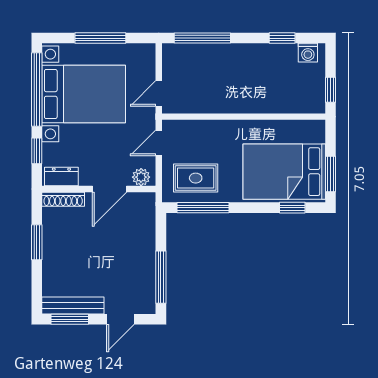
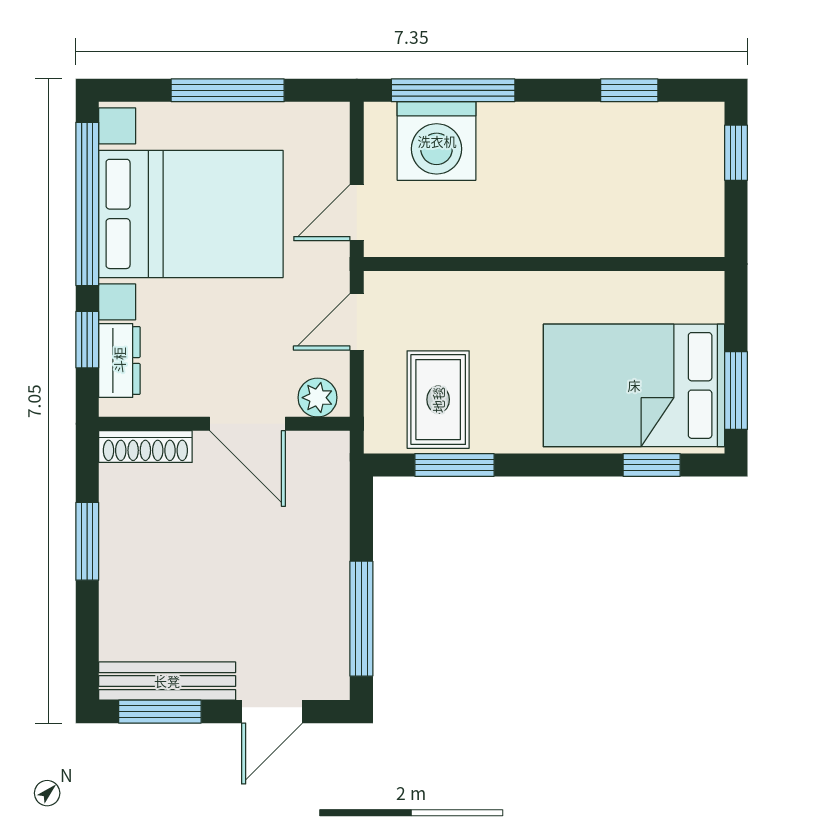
washing machine: (308, 53) -> (437, 141), moved, width x1.89, depth x1.89
window: (330, 90) -> (736, 153), moved
dresser: (61, 177) -> (119, 360), moved, turned 90
rug: (196, 178) -> (438, 400), turned 90
door: (109, 189) -> (248, 424), hinge flipped
window: (203, 208) -> (454, 465), width x0.69

